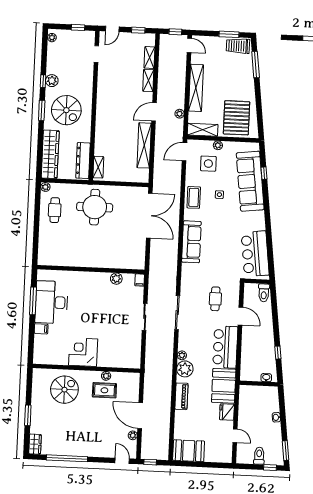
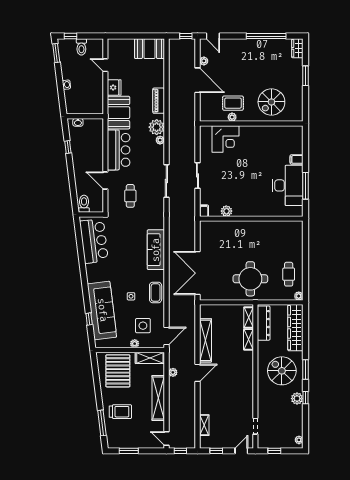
trolley: (238, 46) -> (120, 412), moved
shelving: (148, 80) -> (249, 339), moved
corner desk: (83, 352) -> (226, 139), moved

